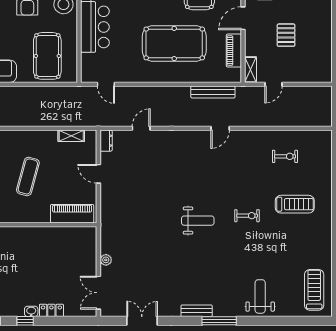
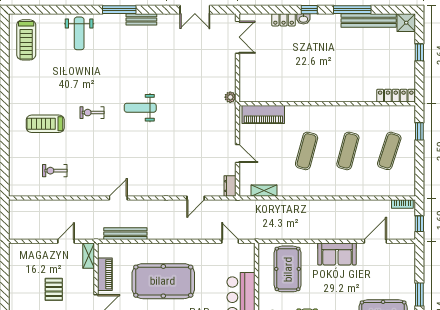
plant: (106, 260) -> (230, 97), moved

